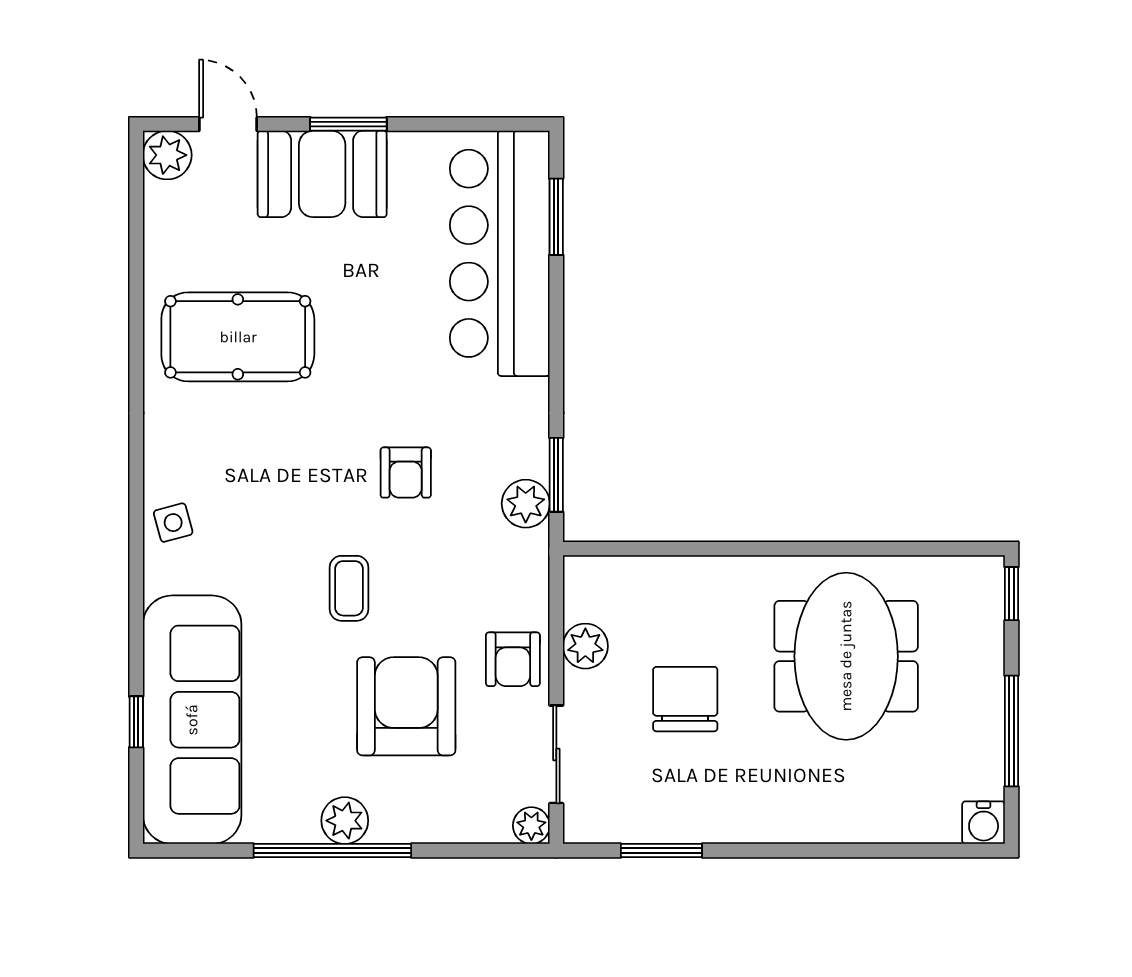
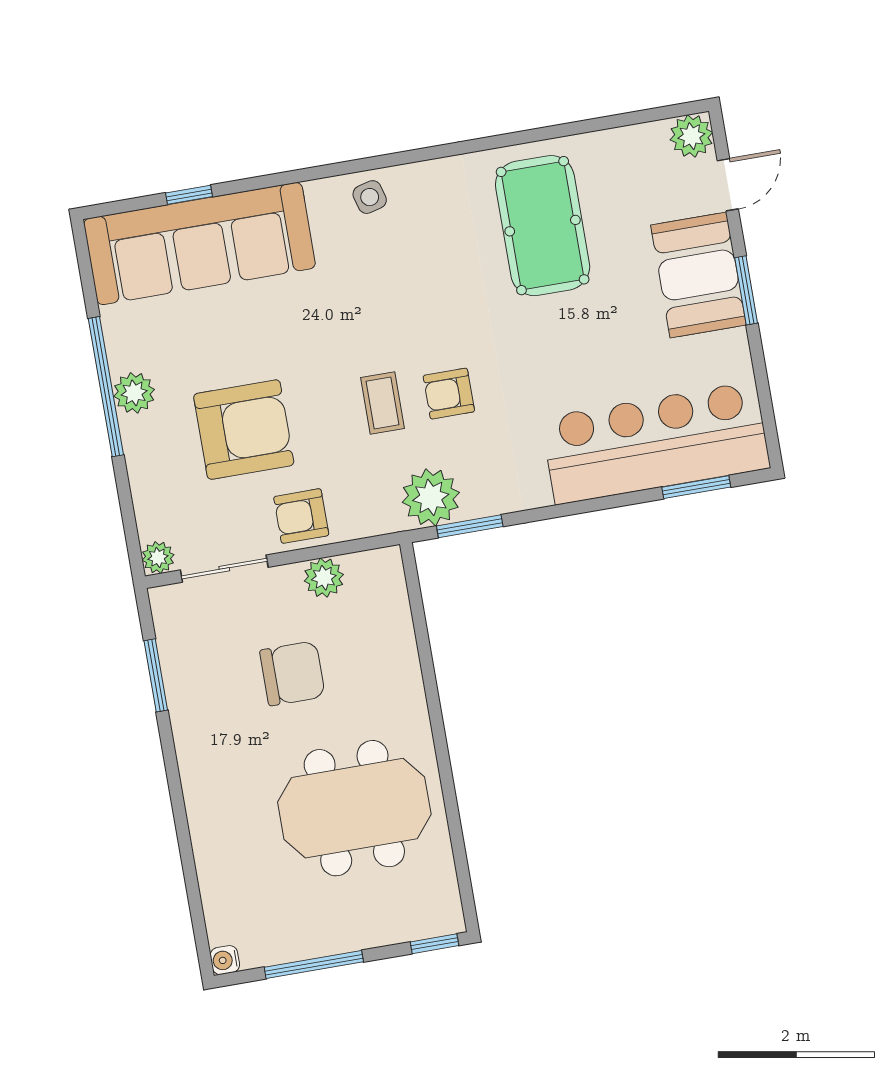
plant: (526, 504) -> (431, 497), width x1.36, depth x1.36
coffee table: (349, 588) -> (383, 403), moved, turned 90
water cooler: (984, 823) -> (225, 960), width x0.72, depth x0.72

